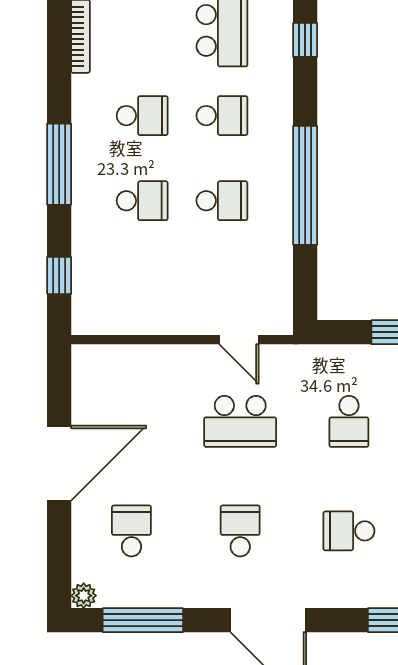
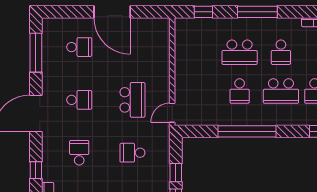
school desk: (222, 116) -> (281, 91), width x1.85
school desk: (142, 201) -> (240, 52), width x1.85
door: (239, 340) -> (172, 113), moved
school desk: (240, 421) -> (132, 100), turned 180
plant: (84, 596) -> (48, 24), removed

